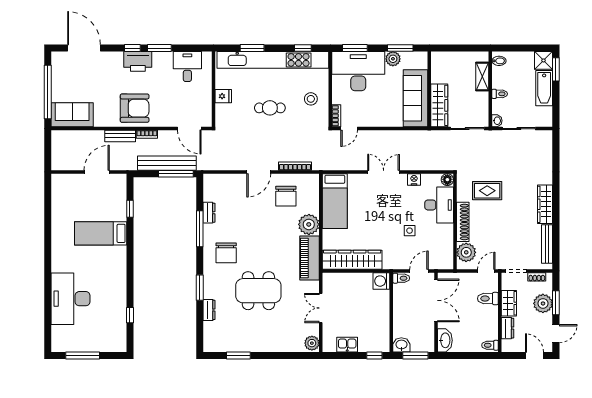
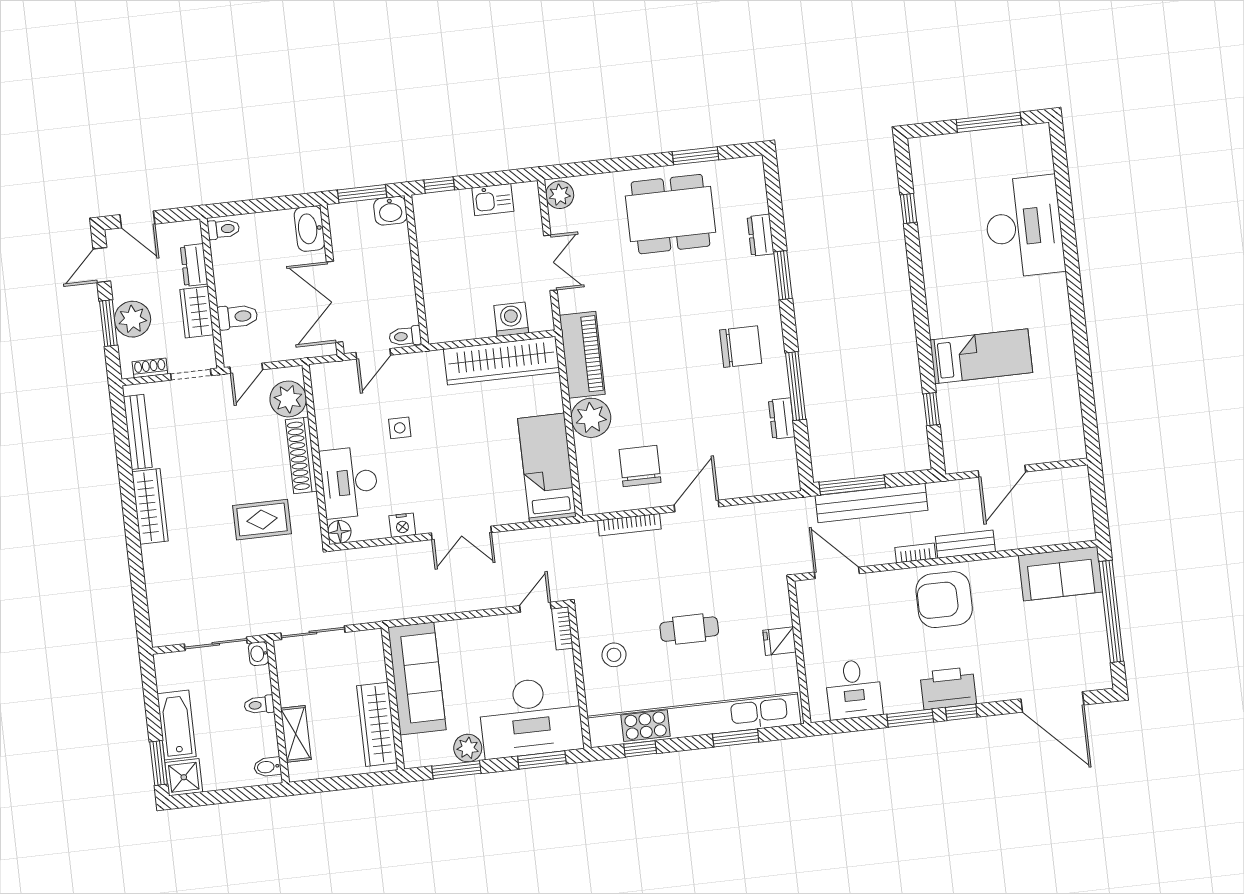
wardrobe: (439, 105) -> (377, 724), moved
chair: (226, 253) -> (741, 347), turned 90
washing machine: (381, 281) -> (511, 319), moved, turned -90
dining table: (258, 291) -> (670, 214), moved

